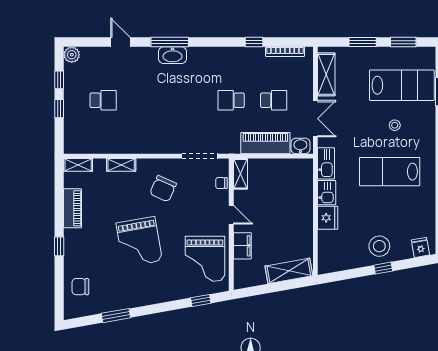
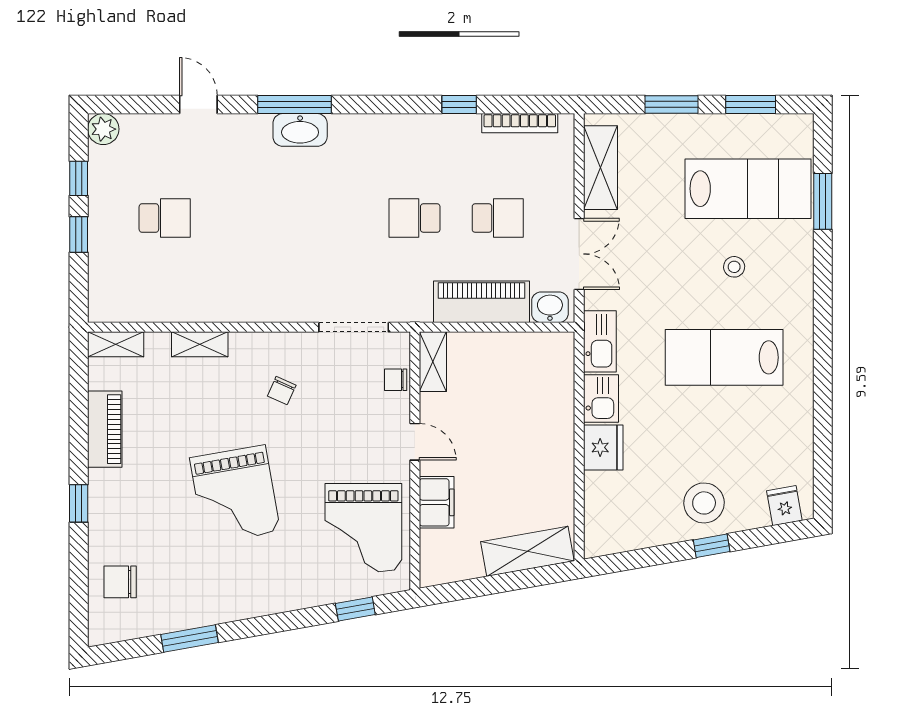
chair: (163, 189) -> (282, 391), width x0.54, depth x0.54

